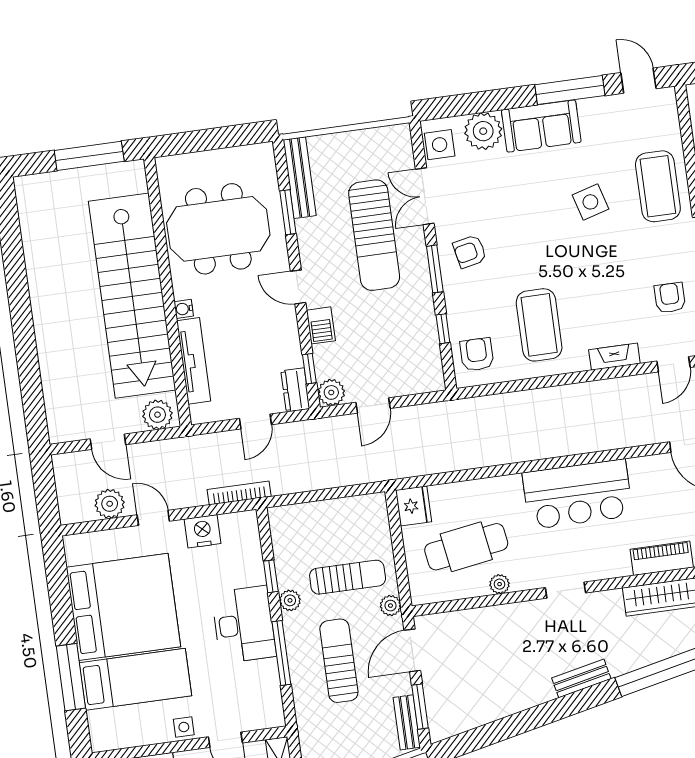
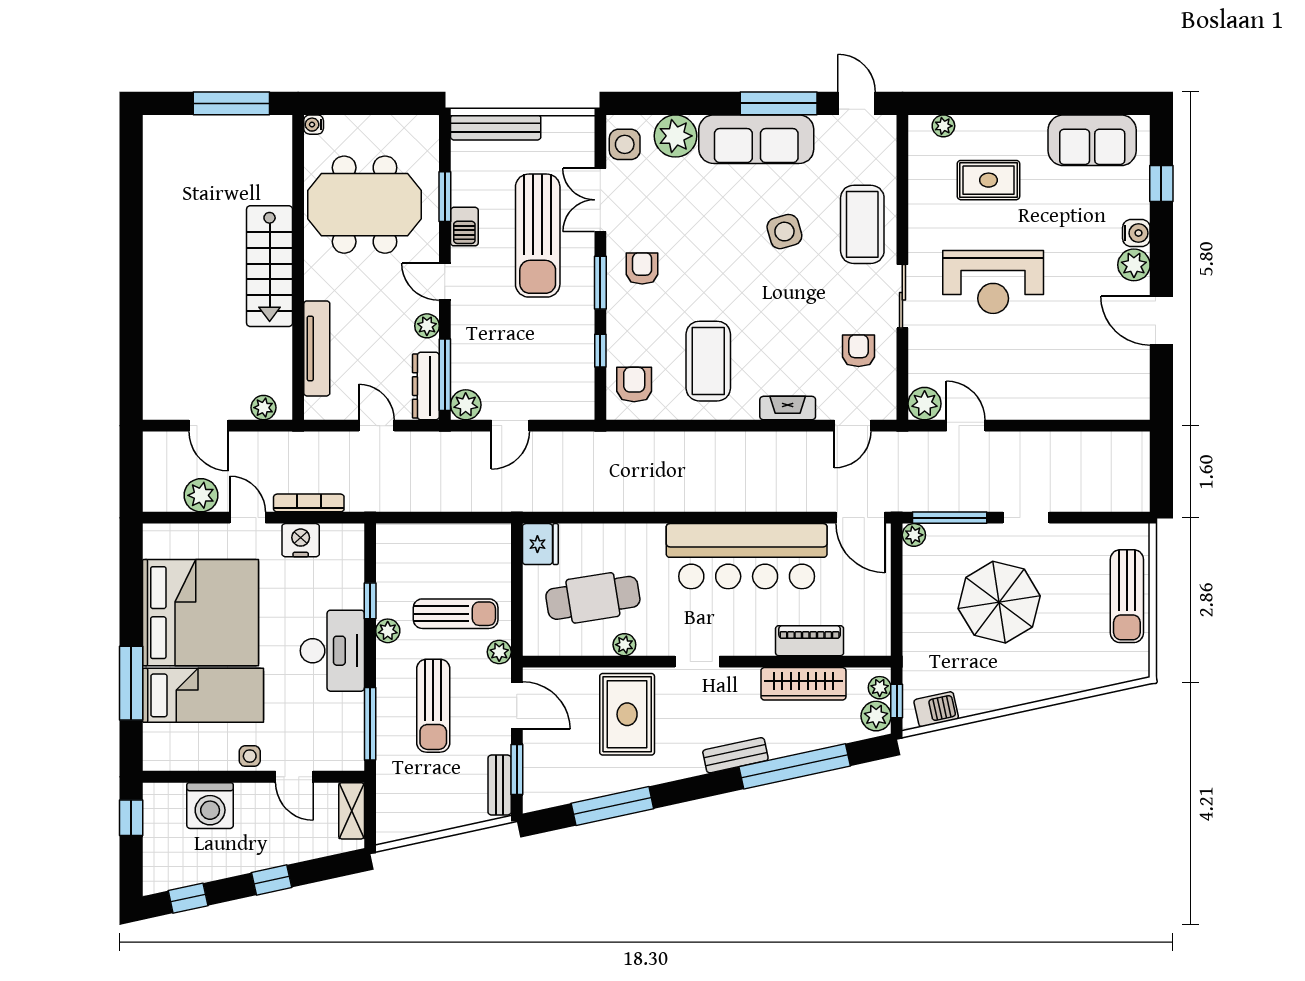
sofa: (541, 126) -> (756, 139), width x1.36
bench: (300, 178) -> (496, 127), moved, turned 90
armchair: (470, 251) -> (642, 268), turned 102
stairs: (132, 296) -> (270, 266), width x0.54, depth x0.66
water cooler: (184, 309) -> (314, 125), moved
barbecue: (321, 325) -> (464, 227), moved
plant: (288, 328) -> (427, 326), added
window: (309, 369) -> (445, 375), width x2.17
dresser: (295, 390) -> (426, 386), width x1.44
plant: (157, 415) -> (263, 408), width x0.73, depth x0.73
door: (255, 422) -> (377, 426), swing flipped
bookcase: (239, 493) -> (309, 503), moved
bar counter: (577, 494) -> (747, 556), width x1.36
rug: (510, 645) -> (627, 714), added
door: (412, 650) -> (517, 705), swing flipped
window: (281, 653) -> (370, 724), moved
sun lounger: (339, 661) -> (433, 706), turned 180
bench: (581, 678) -> (735, 755), moved
window: (508, 727) -> (612, 806), added

